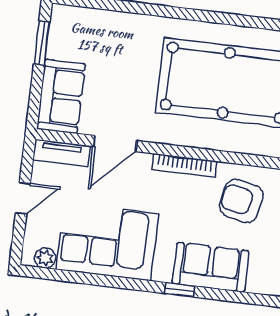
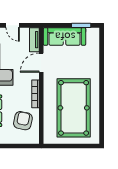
sofa: (61, 96) -> (65, 37), width x1.36
door: (115, 144) -> (41, 63), hinge flipped

